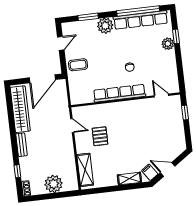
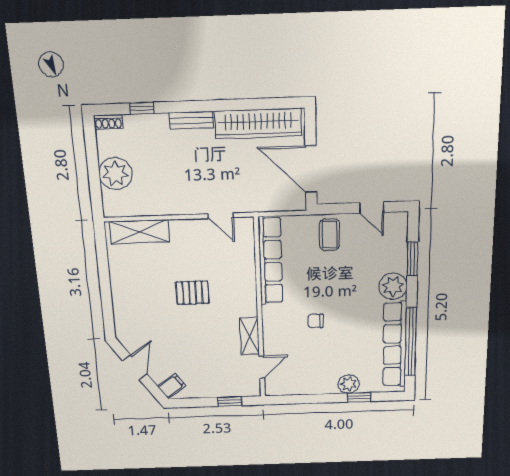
row of seats: (119, 93) -> (271, 261), moved
door: (72, 126) -> (221, 216), hinge flipped
pallet: (100, 136) -> (192, 293), moved
filing cabinet: (150, 172) -> (171, 386), moved
shelving: (129, 179) -> (250, 336), moved

